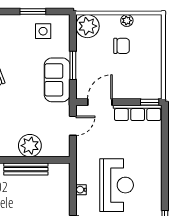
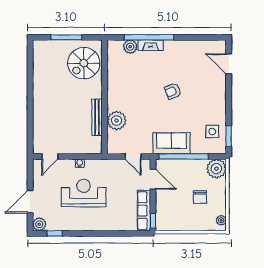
window: (33, 12) -> (229, 136), moved
plant: (127, 21) -> (221, 220), moved
window: (73, 65) -> (184, 156), width x2.11
reception desk: (117, 185) -> (84, 193), turned 180

